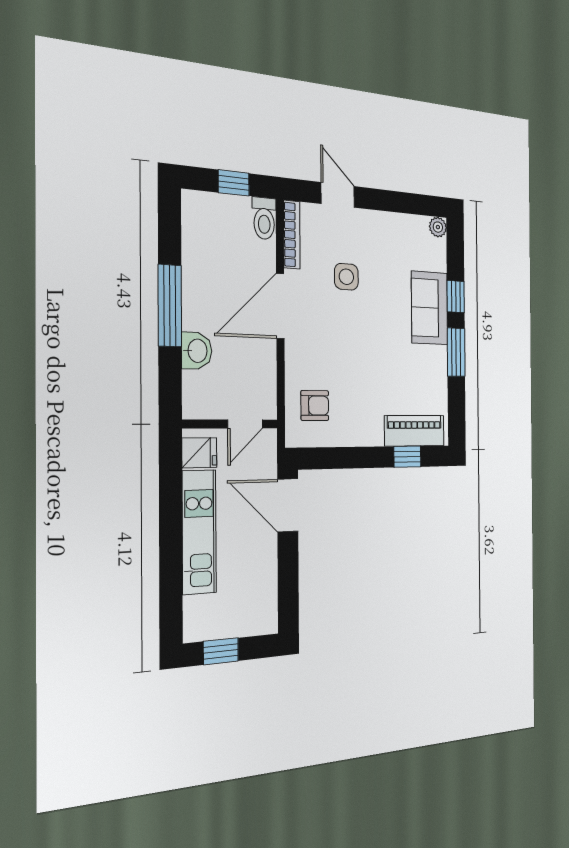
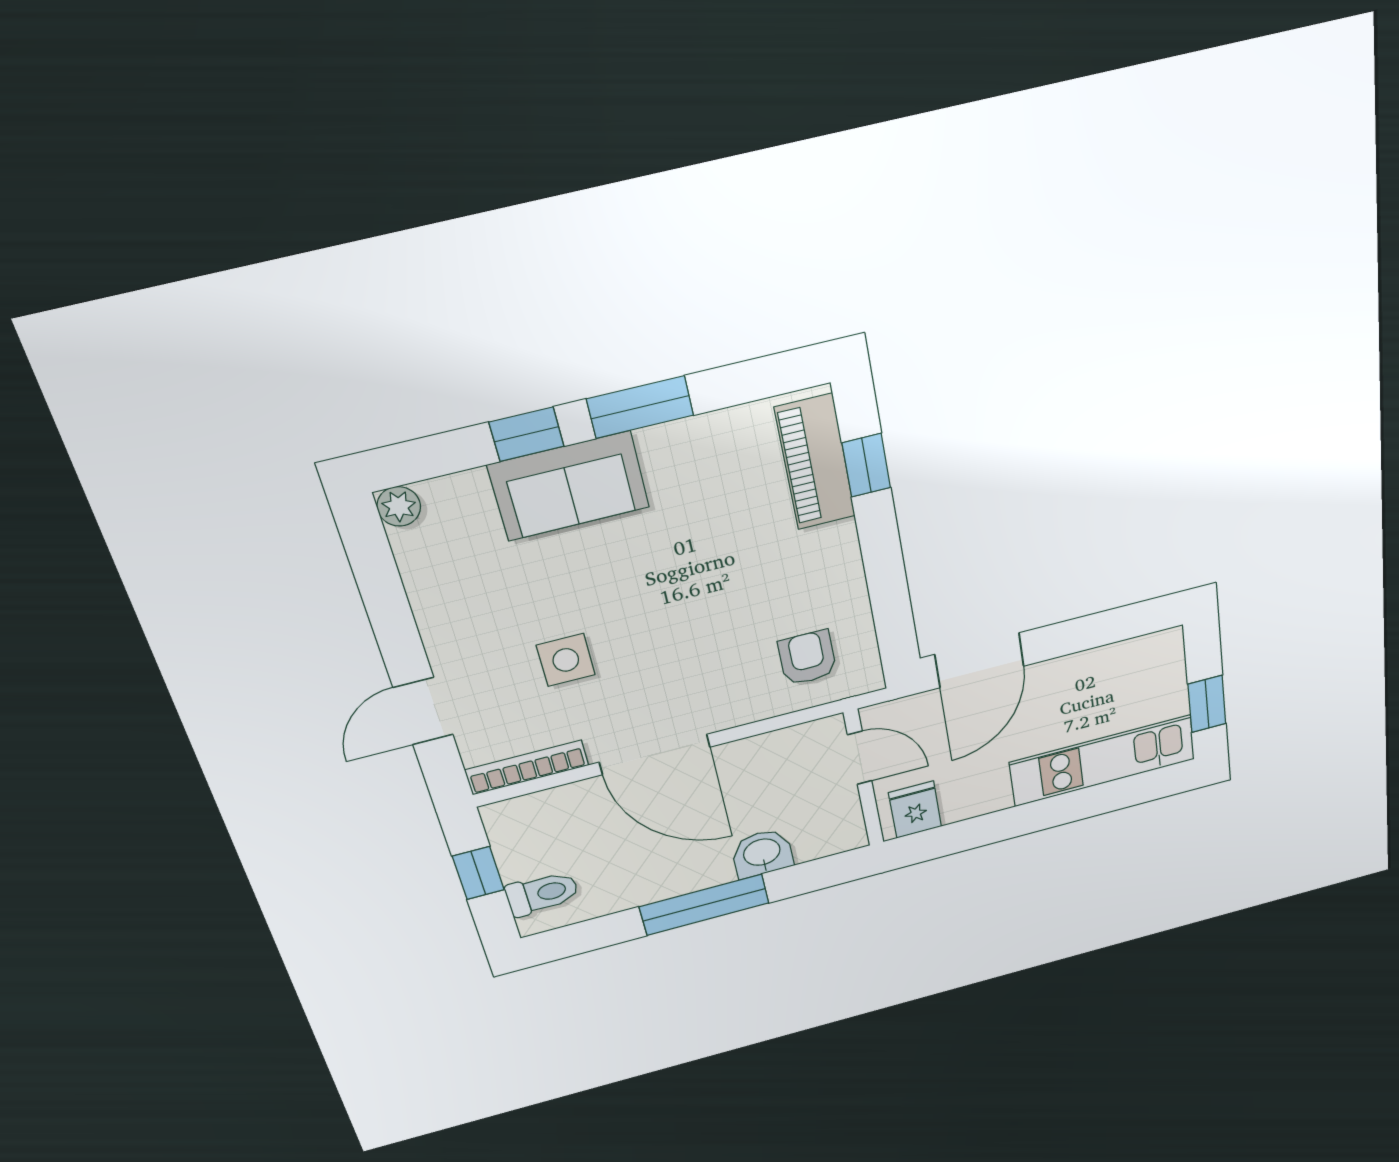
toilet: (264, 218) -> (542, 894), moved
kitchen unit: (199, 532) -> (1103, 761), moved

